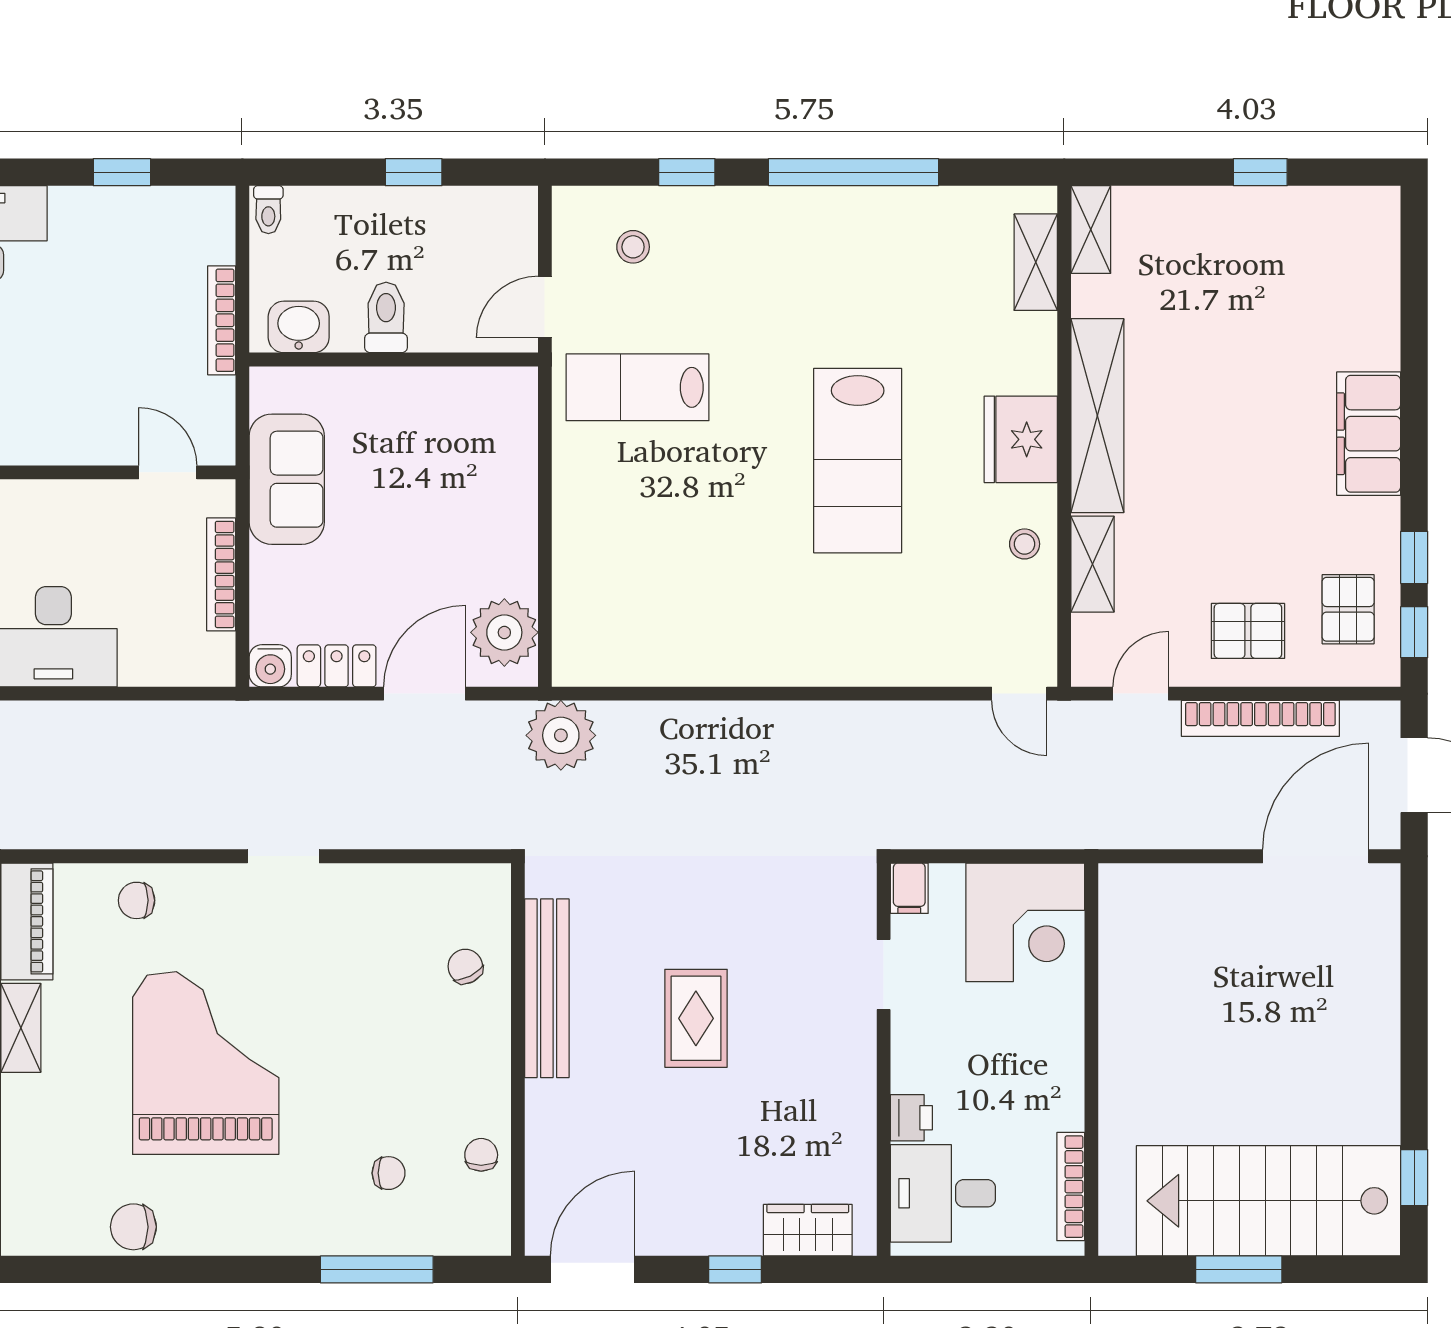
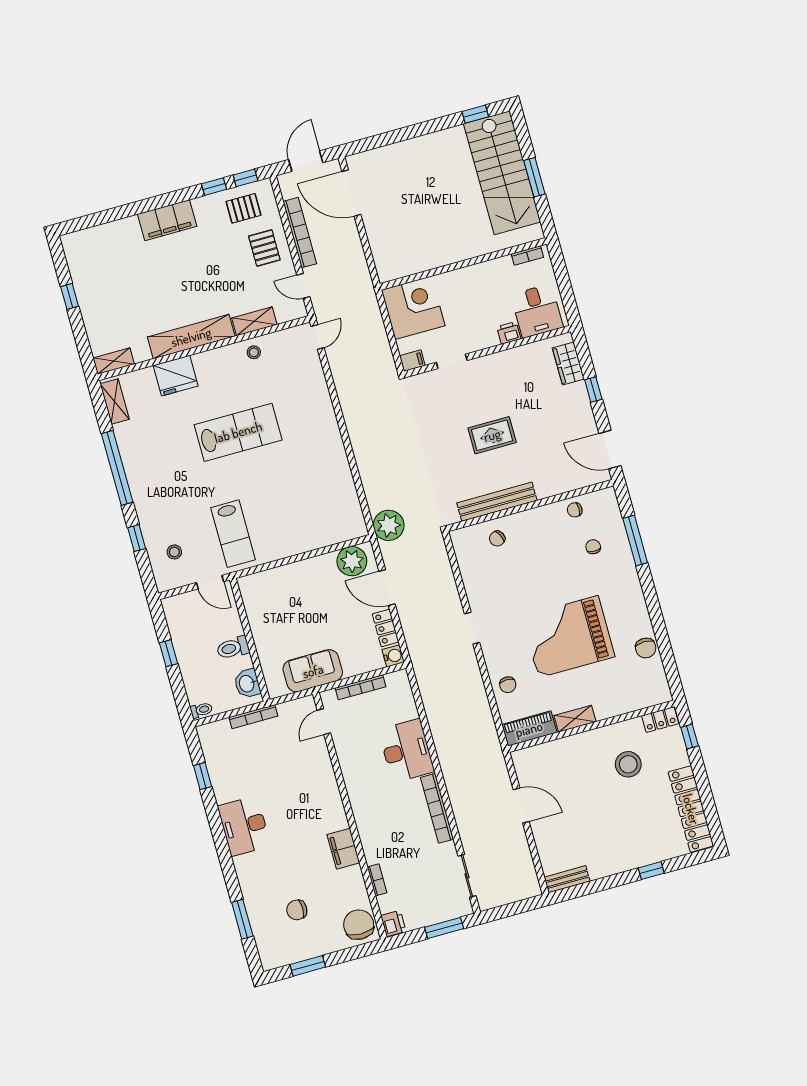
shelving: (1036, 262) -> (115, 401), moved, turned 90
fridge: (1021, 439) -> (176, 376), moved
bookcase: (1071, 1187) -> (527, 255), width x0.64

